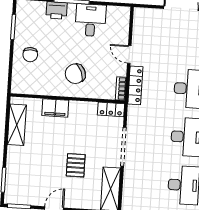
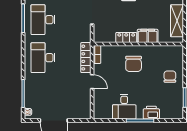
chair: (75, 74) -> (134, 64), turned 112
locker: (111, 109) -> (126, 38), moved

